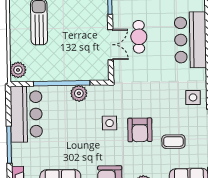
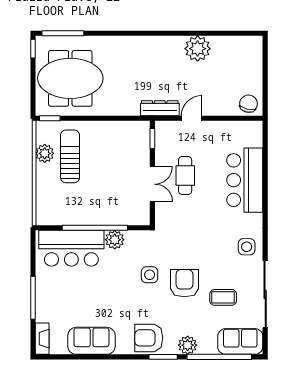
plant: (18, 70) -> (45, 153), moved
bar counter: (26, 114) -> (71, 248), moved, turned 90
armchair: (140, 130) -> (184, 283), turned 180

